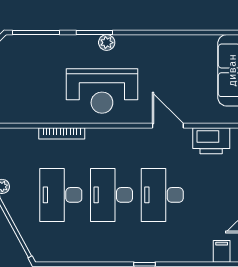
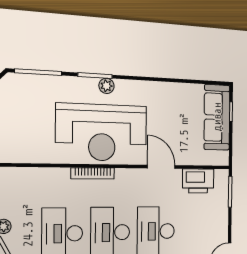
reception desk: (102, 91) -> (102, 133), width x1.36, depth x1.30
bookcase: (62, 133) -> (93, 173), moved

